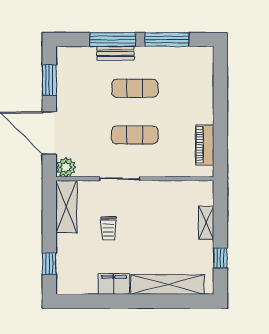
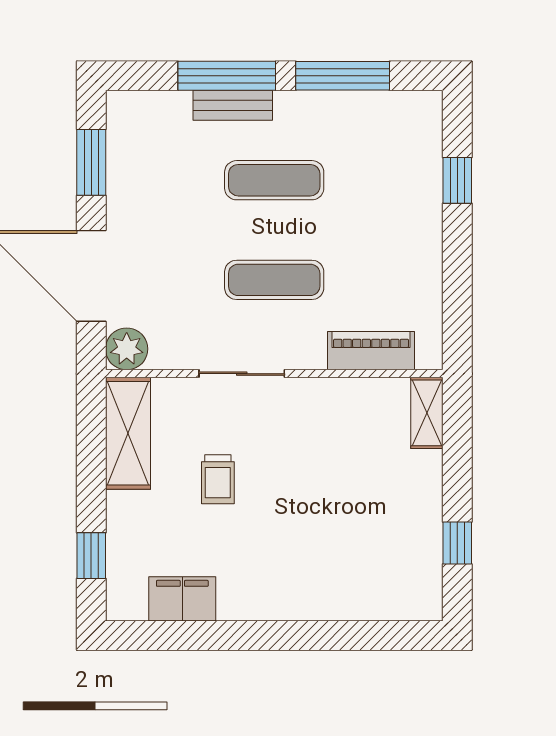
window: (220, 88) -> (457, 180), added
piano: (205, 145) -> (371, 351), moved, turned 90
shelving: (206, 223) -> (427, 413), moved
filing cabinet: (114, 284) -> (182, 599), moved
shelving: (167, 285) -> (344, 600), removed

